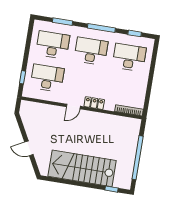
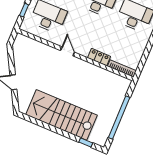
locker: (94, 103) -> (99, 57), moved
door: (73, 106) -> (68, 51), swing flipped

